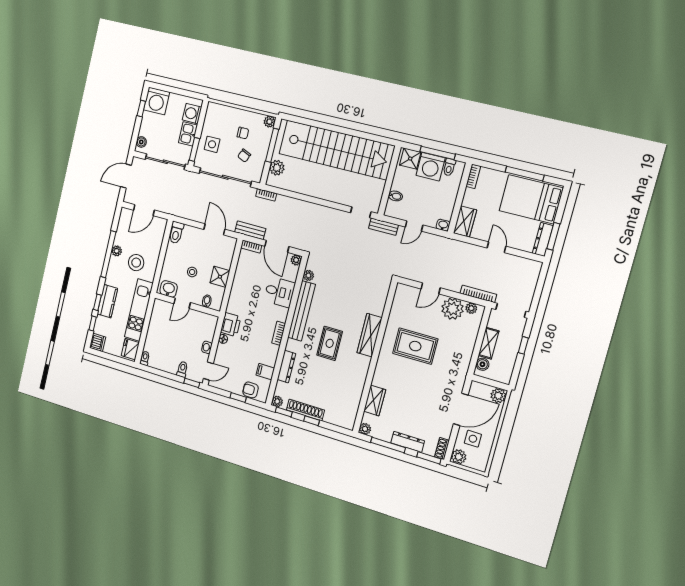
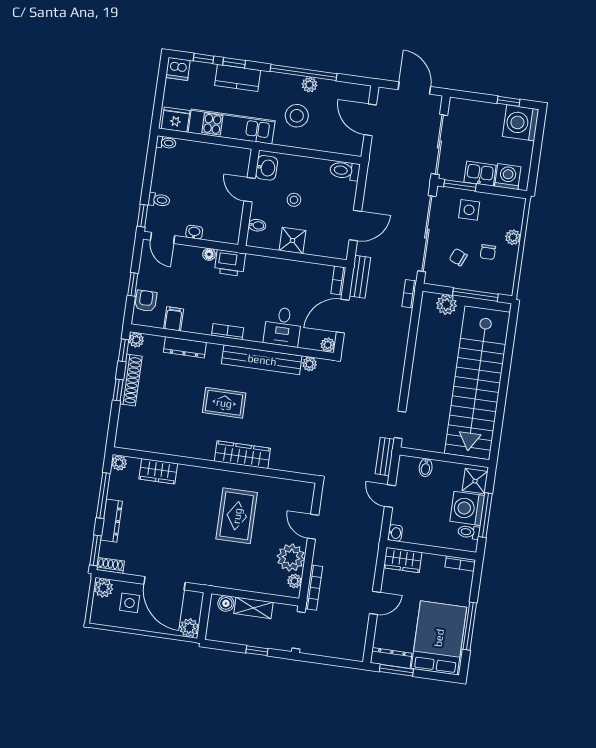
plant: (269, 122) -> (513, 237), moved
boiler: (141, 142) -> (463, 106), removed

